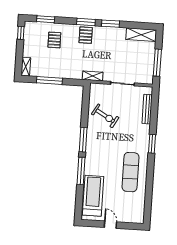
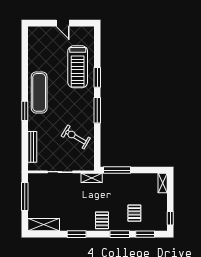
window: (86, 22) -> (120, 234), moved
window: (49, 81) -> (117, 170), moved
window: (81, 171) -> (97, 77), width x0.69
exercise mat: (131, 172) -> (39, 92), moved
treadmill: (93, 196) -> (78, 67), moved

